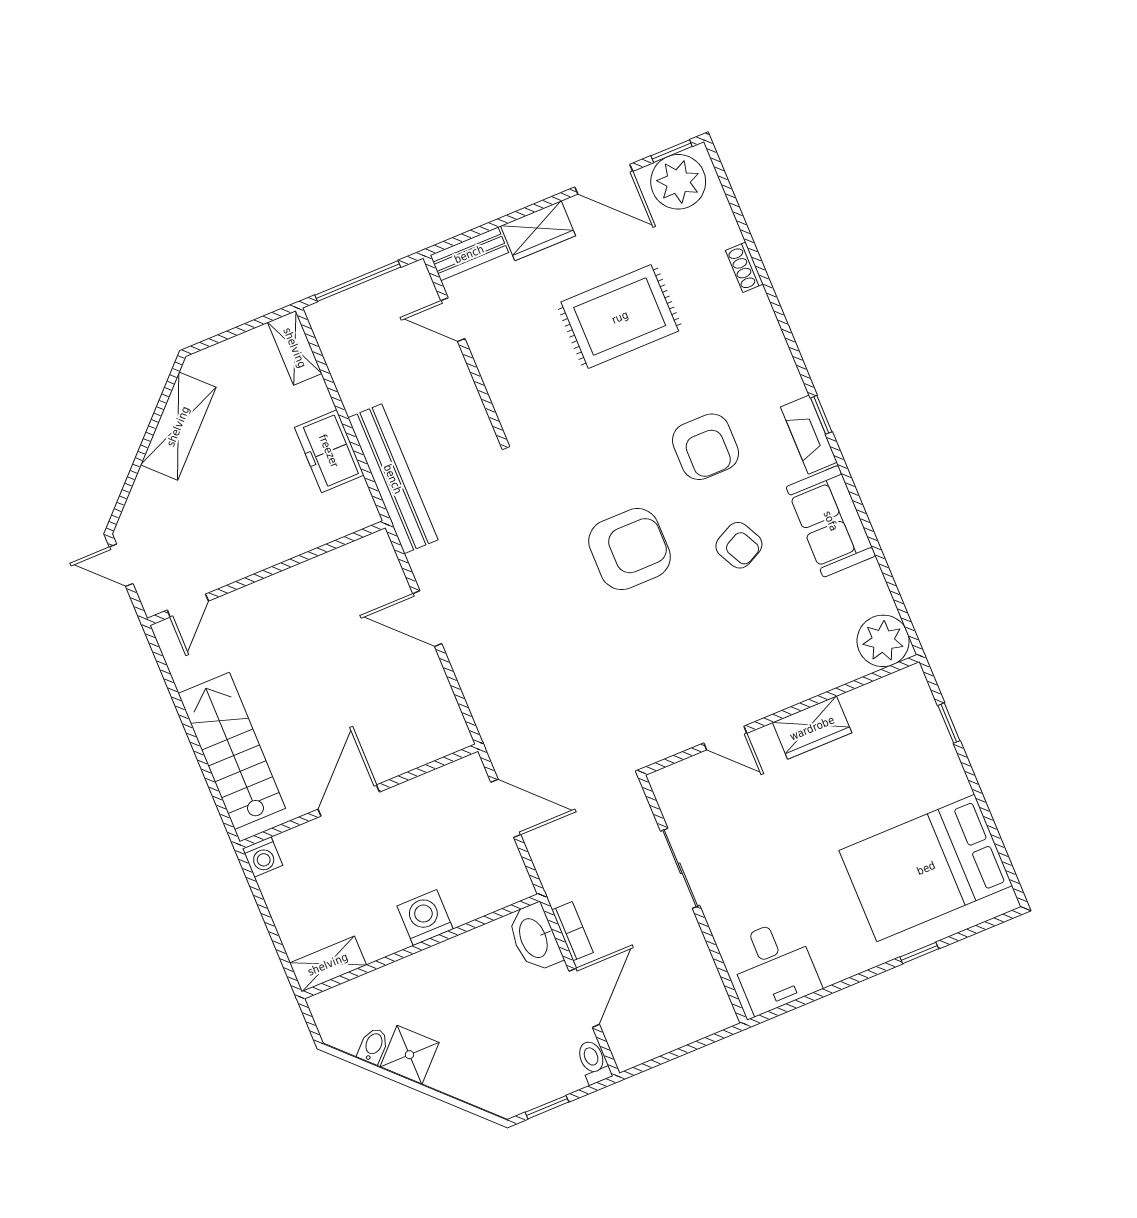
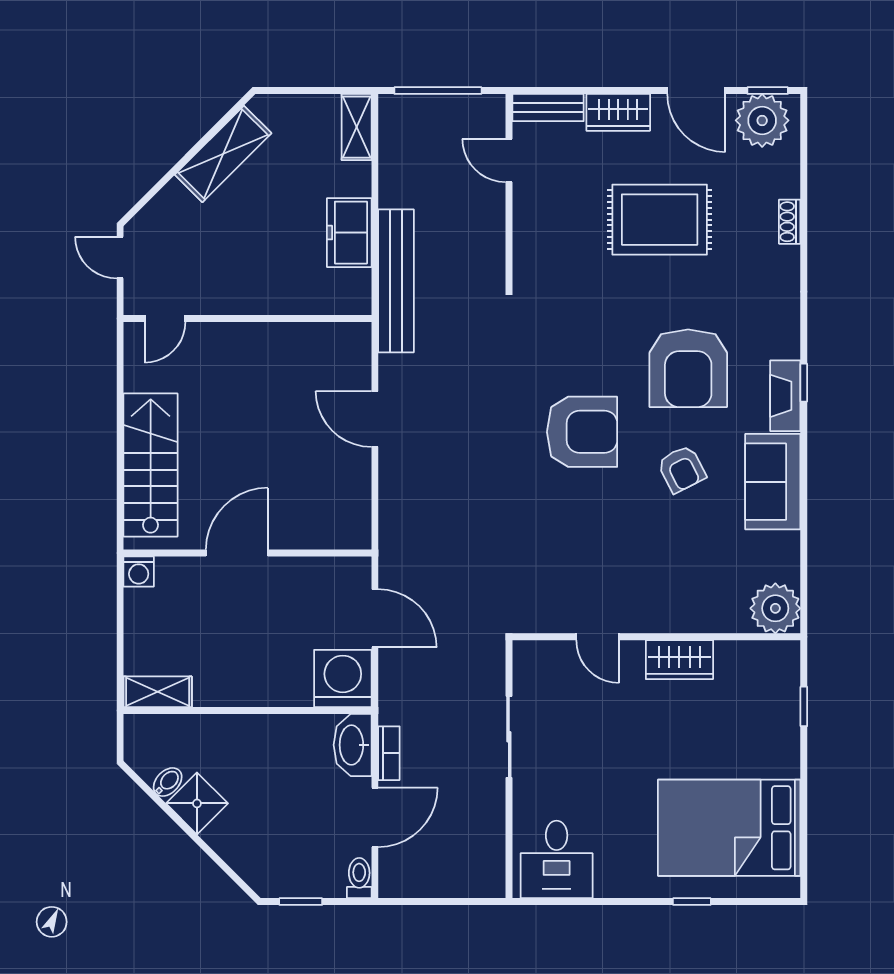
armchair: (706, 447) -> (688, 368), width x1.36, depth x1.36
washing machine: (425, 918) -> (343, 679), moved, width x1.37, depth x1.37

